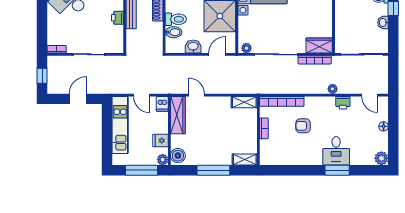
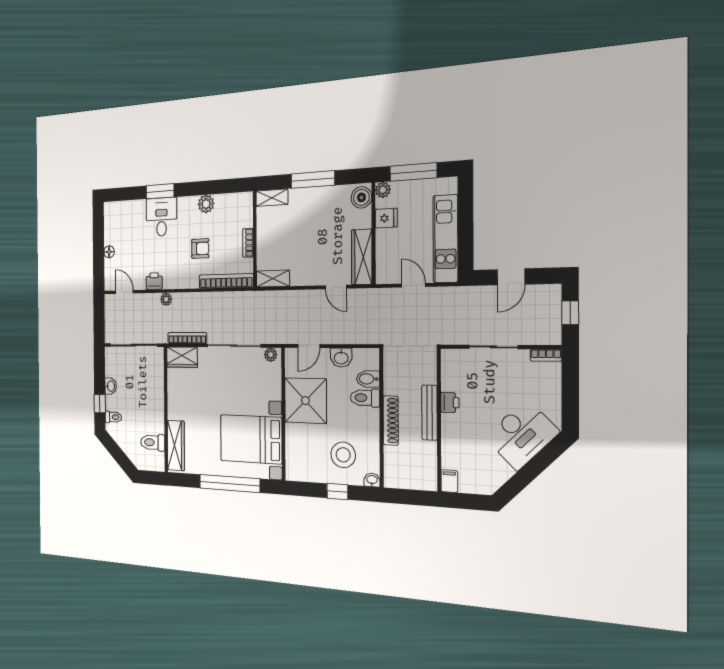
dishwasher: (162, 104) -> (384, 273), removed
plant: (381, 158) -> (206, 204), moved

